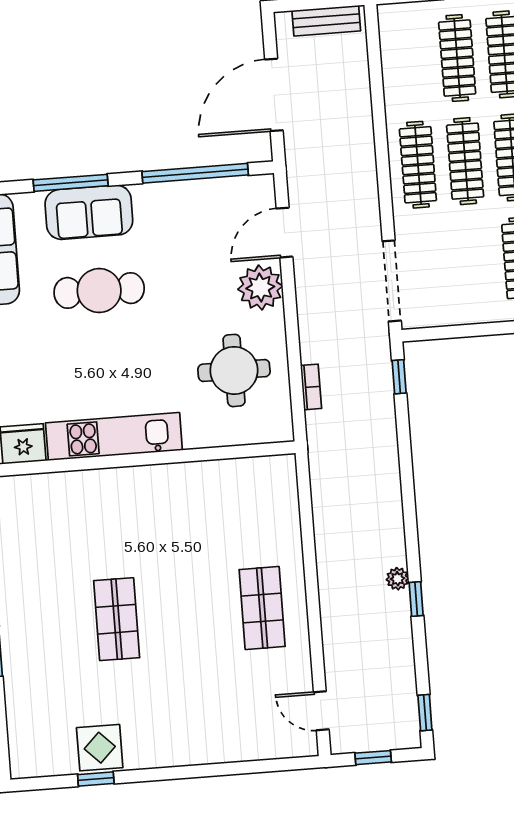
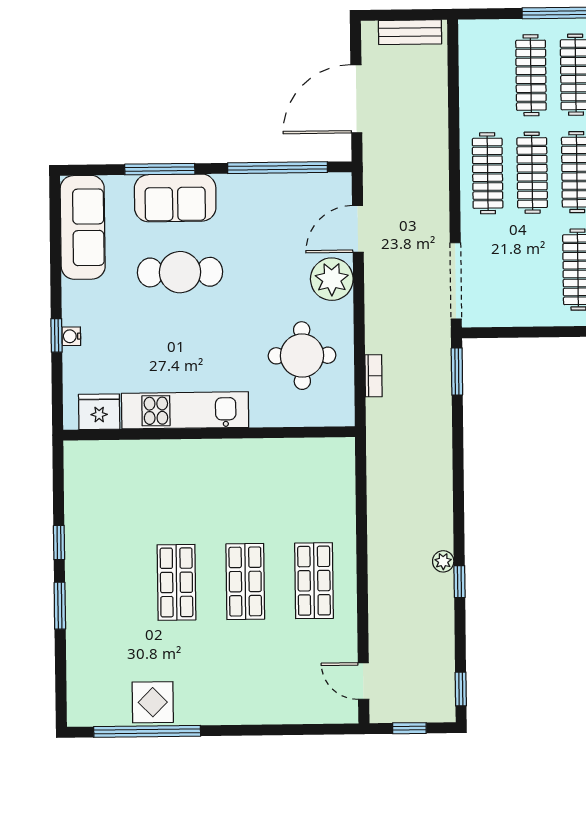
window: (399, 377) -> (457, 372), width x1.50
shop shelf: (189, 614) -> (245, 582), added
window: (96, 779) -> (147, 731), width x3.17

